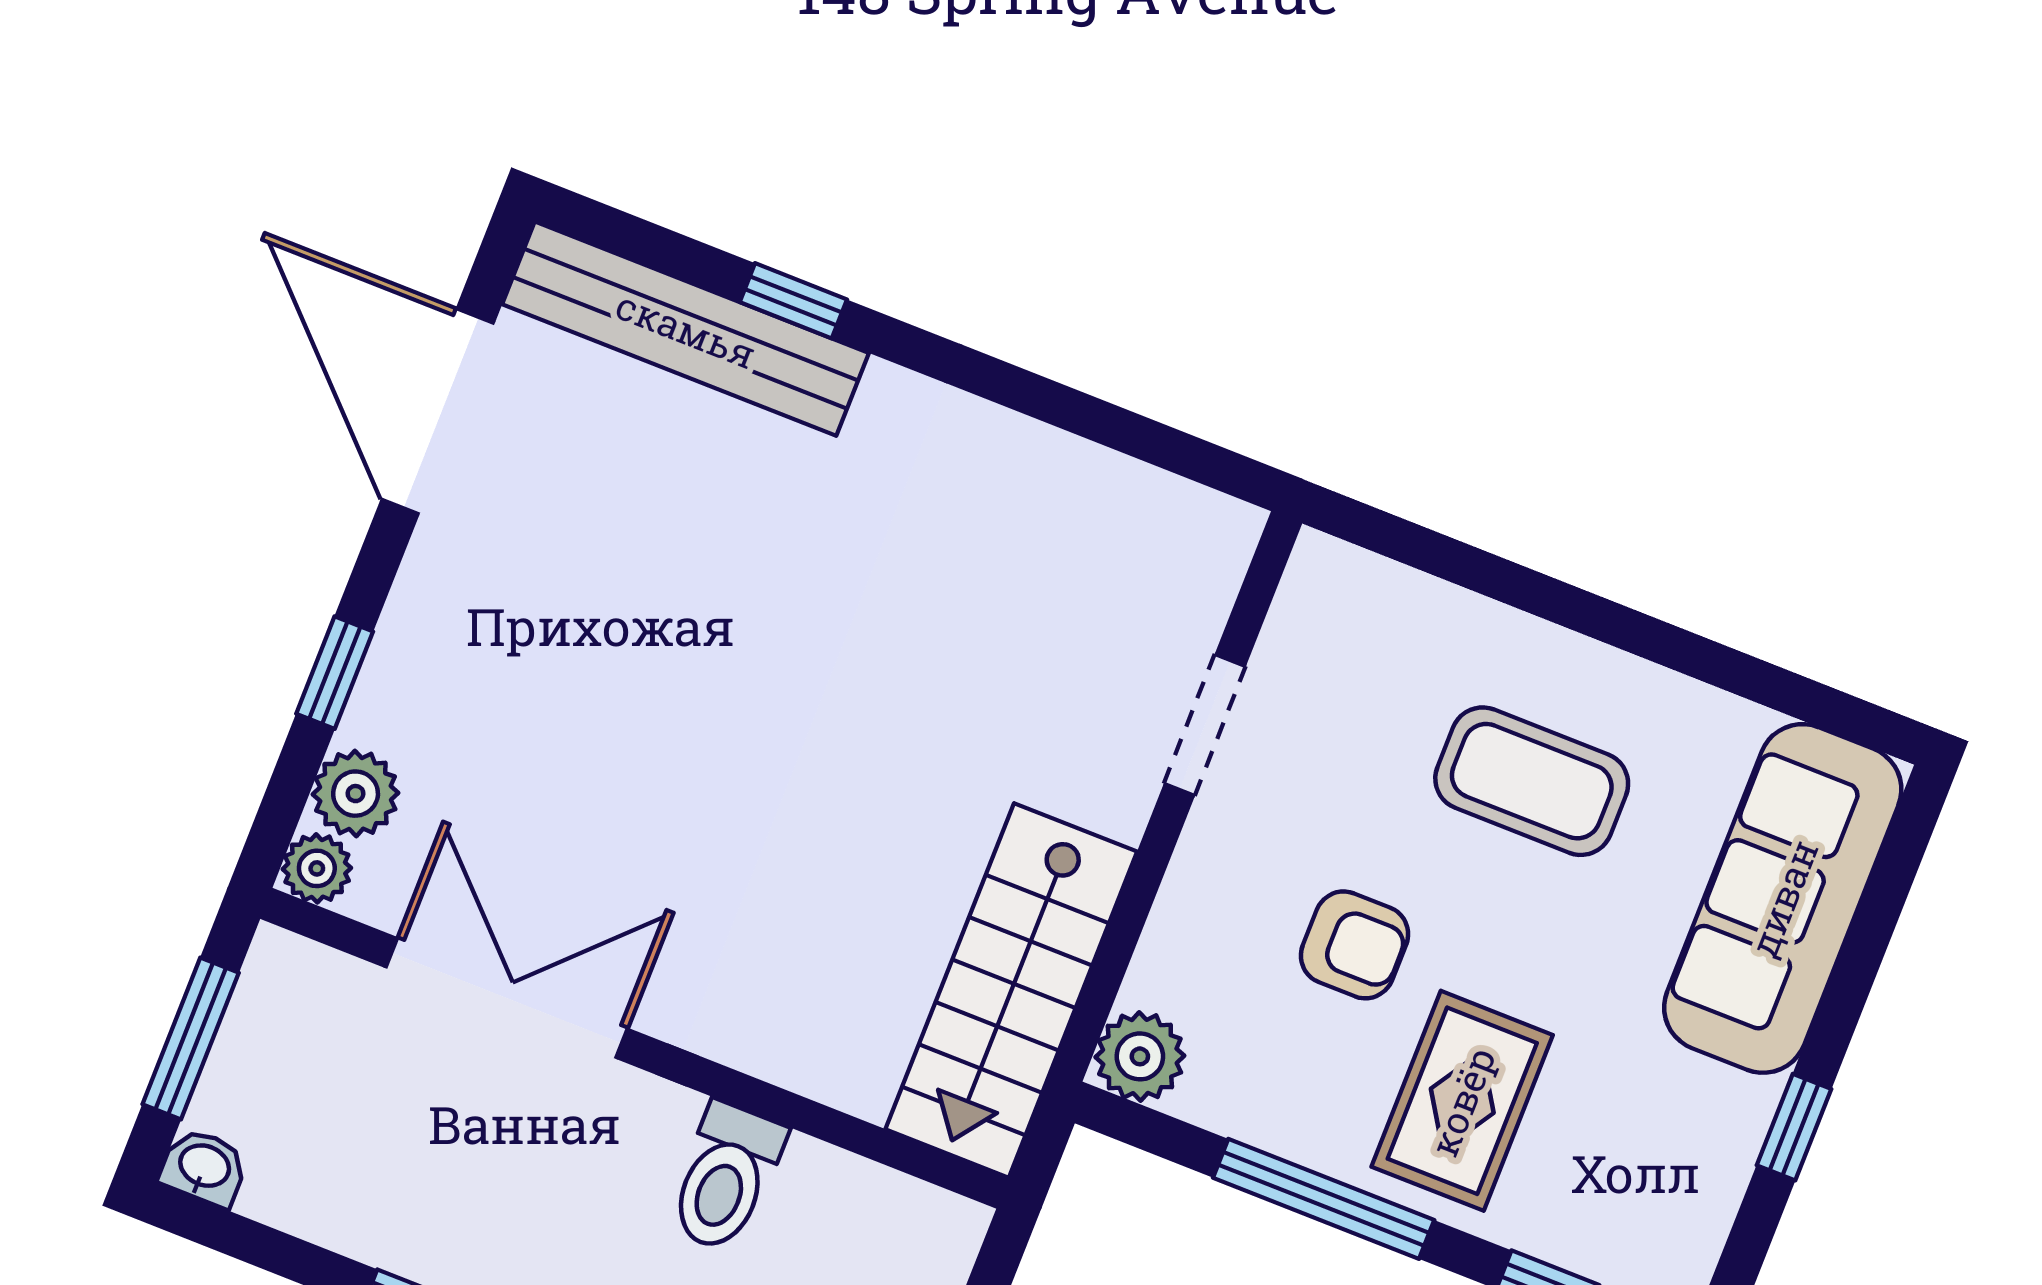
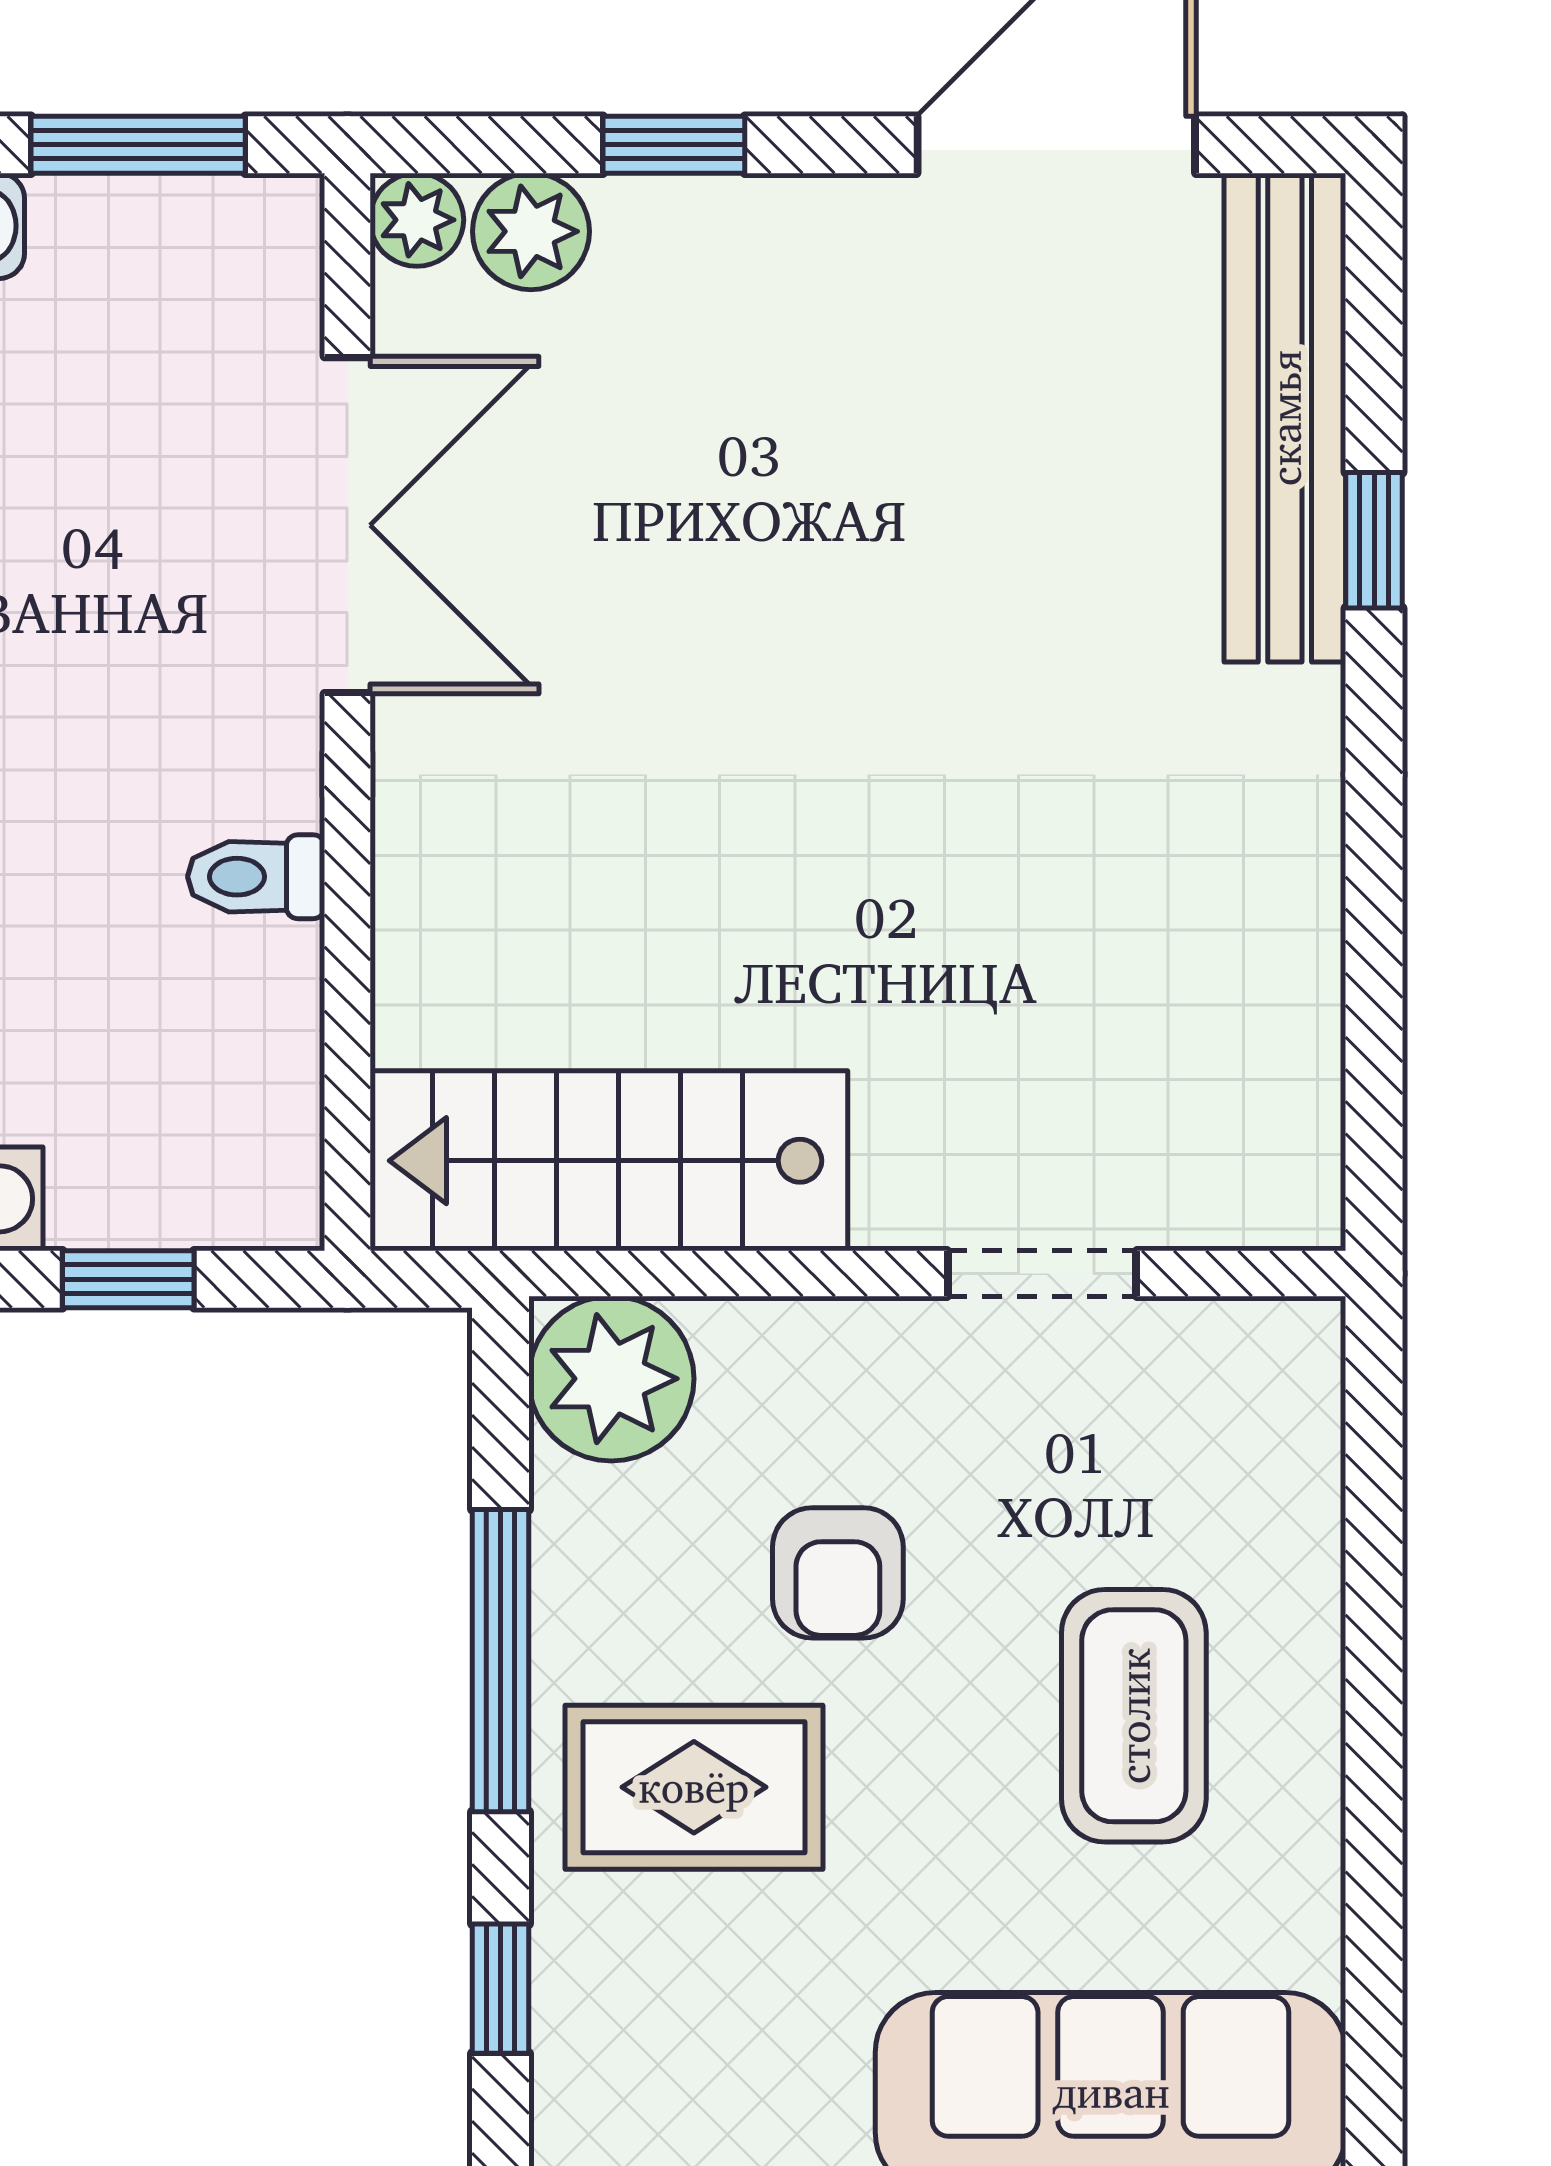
plant: (1140, 1056) -> (611, 1379), width x1.36, depth x1.36
toilet: (726, 1177) -> (256, 877), width x0.73, depth x0.72

